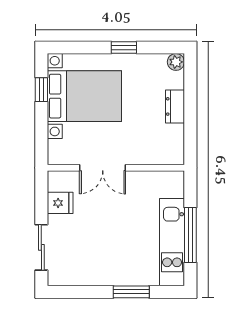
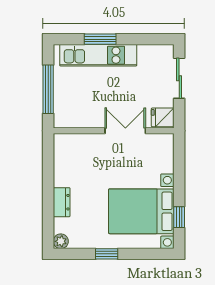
double door: (103, 168) -> (125, 131), moved
wall: (116, 168) -> (114, 131), moved
kitchen unit: (172, 242) -> (98, 55), moved, turned 90

